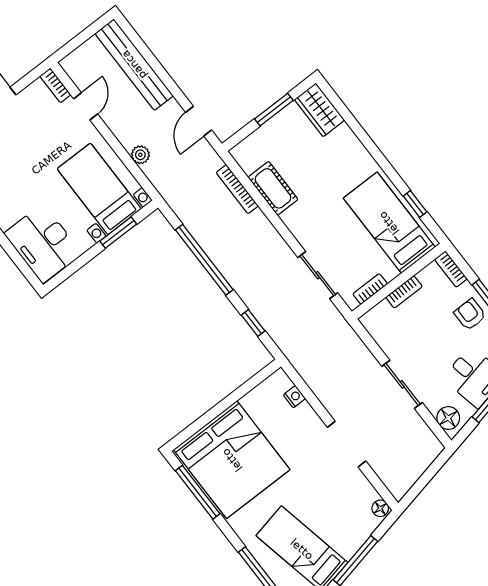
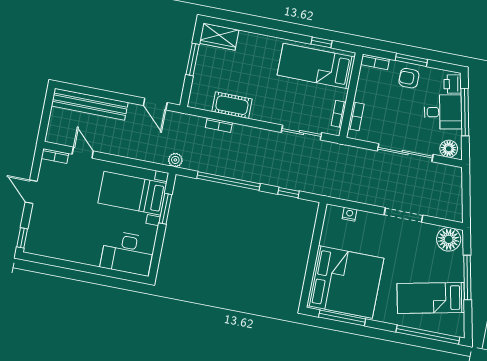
plant: (140, 155) -> (175, 160), moved
bookcase: (237, 189) -> (219, 125), width x0.64
bookcase: (404, 292) -> (356, 116), moved
sliding door: (402, 384) -> (405, 153), width x1.37
floor lamp: (380, 508) -> (449, 239), width x1.89, depth x1.89

